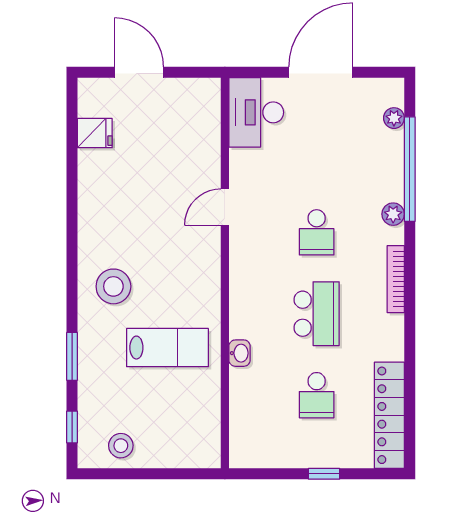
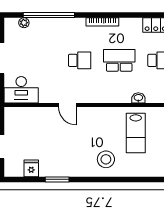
plant: (393, 214) -> (71, 23), removed
lab bench: (167, 348) -> (136, 133), turned 180
window: (72, 356) -> (57, 179), moved

